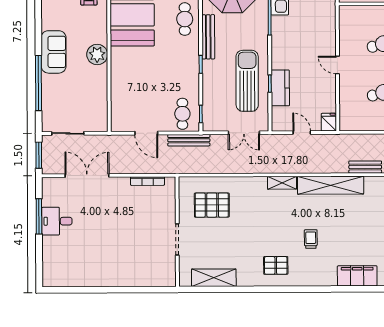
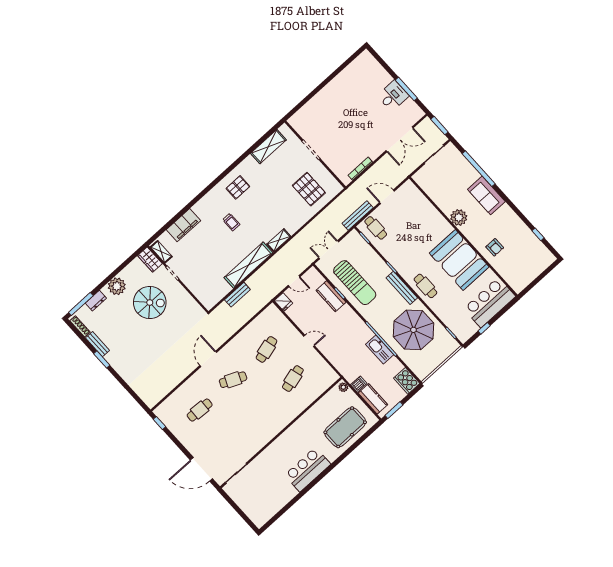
pallet: (212, 205) -> (309, 189), turned 90

